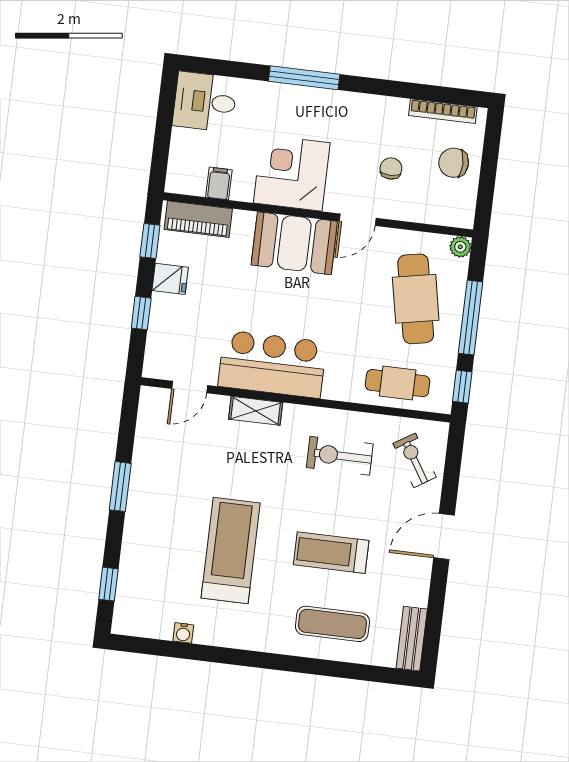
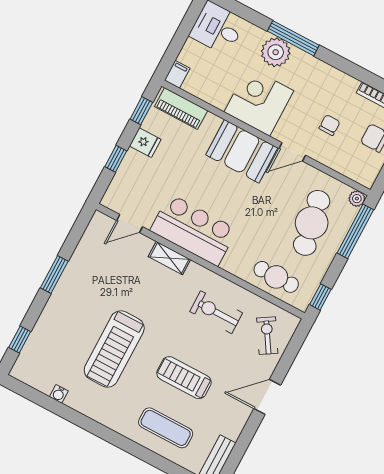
plant: (289, 104) -> (276, 52), added
filing cabinet: (219, 183) -> (177, 74), moved
window: (471, 318) -> (355, 231), moved
treadmill: (231, 550) -> (114, 349), turned 180

